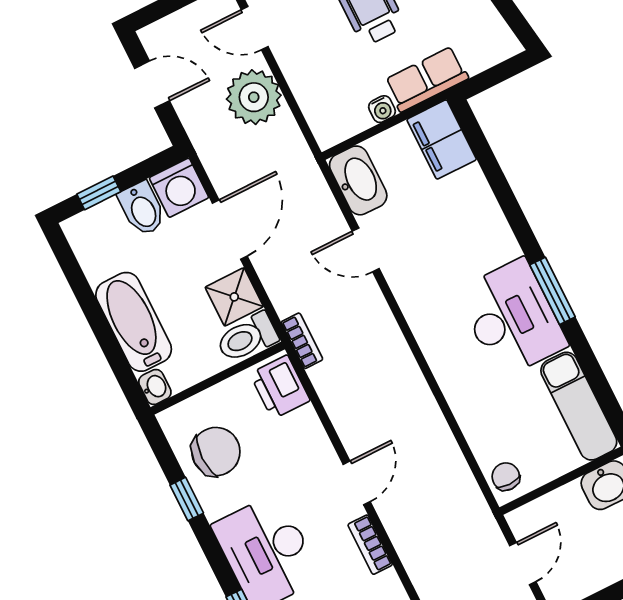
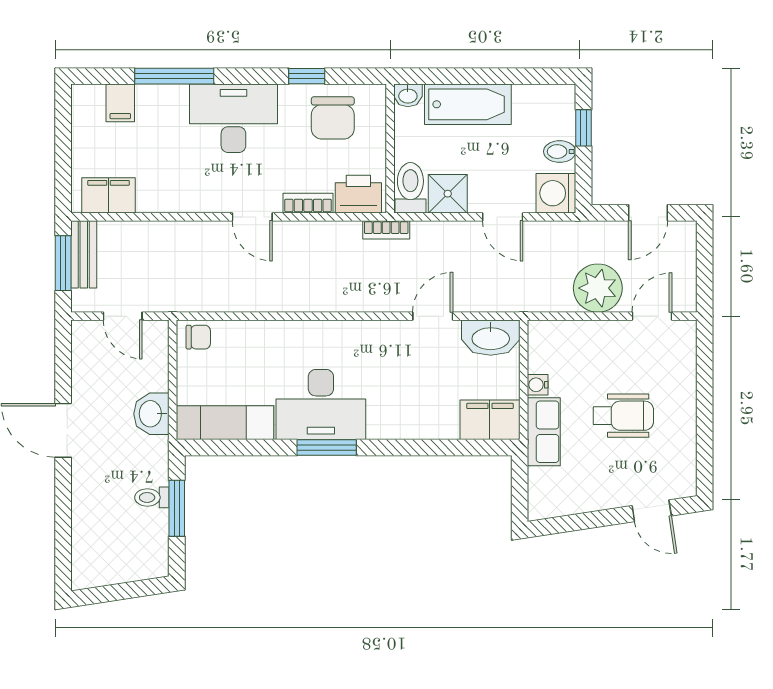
bidet: (142, 209) -> (560, 152), width x0.72, depth x0.74
door: (230, 230) -> (503, 217), width x0.73
bookcase: (370, 545) -> (308, 203), moved

